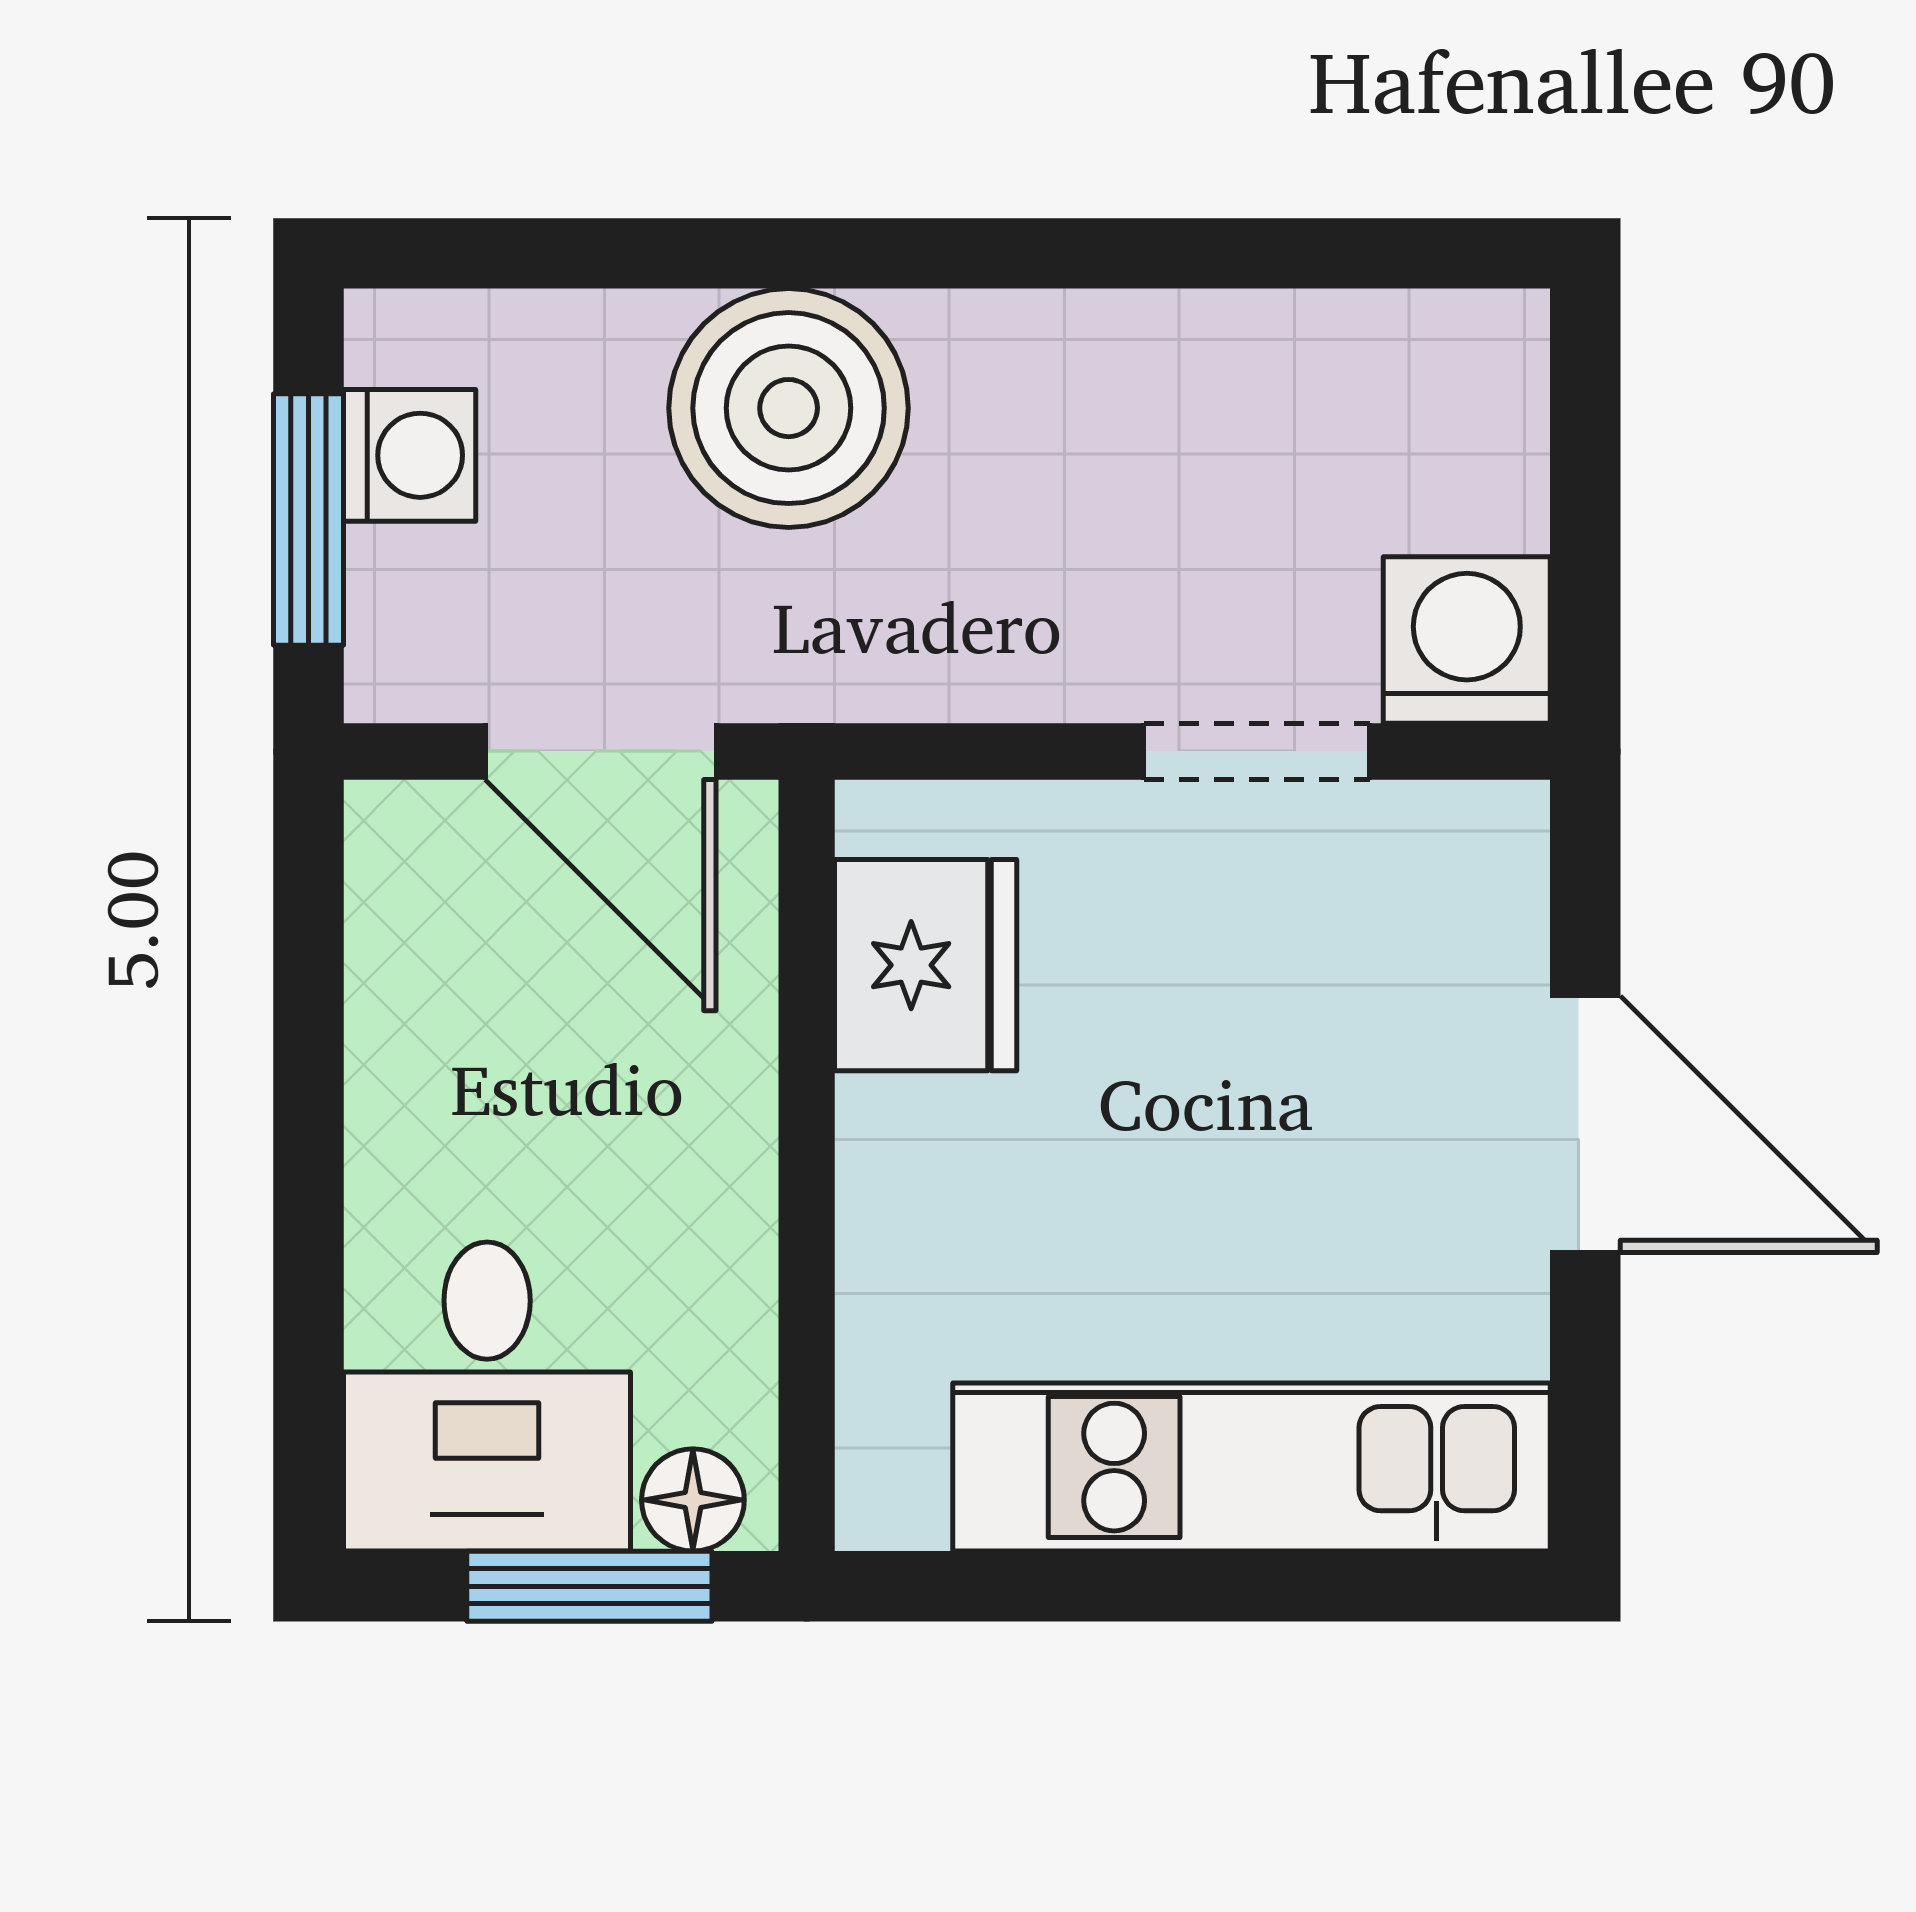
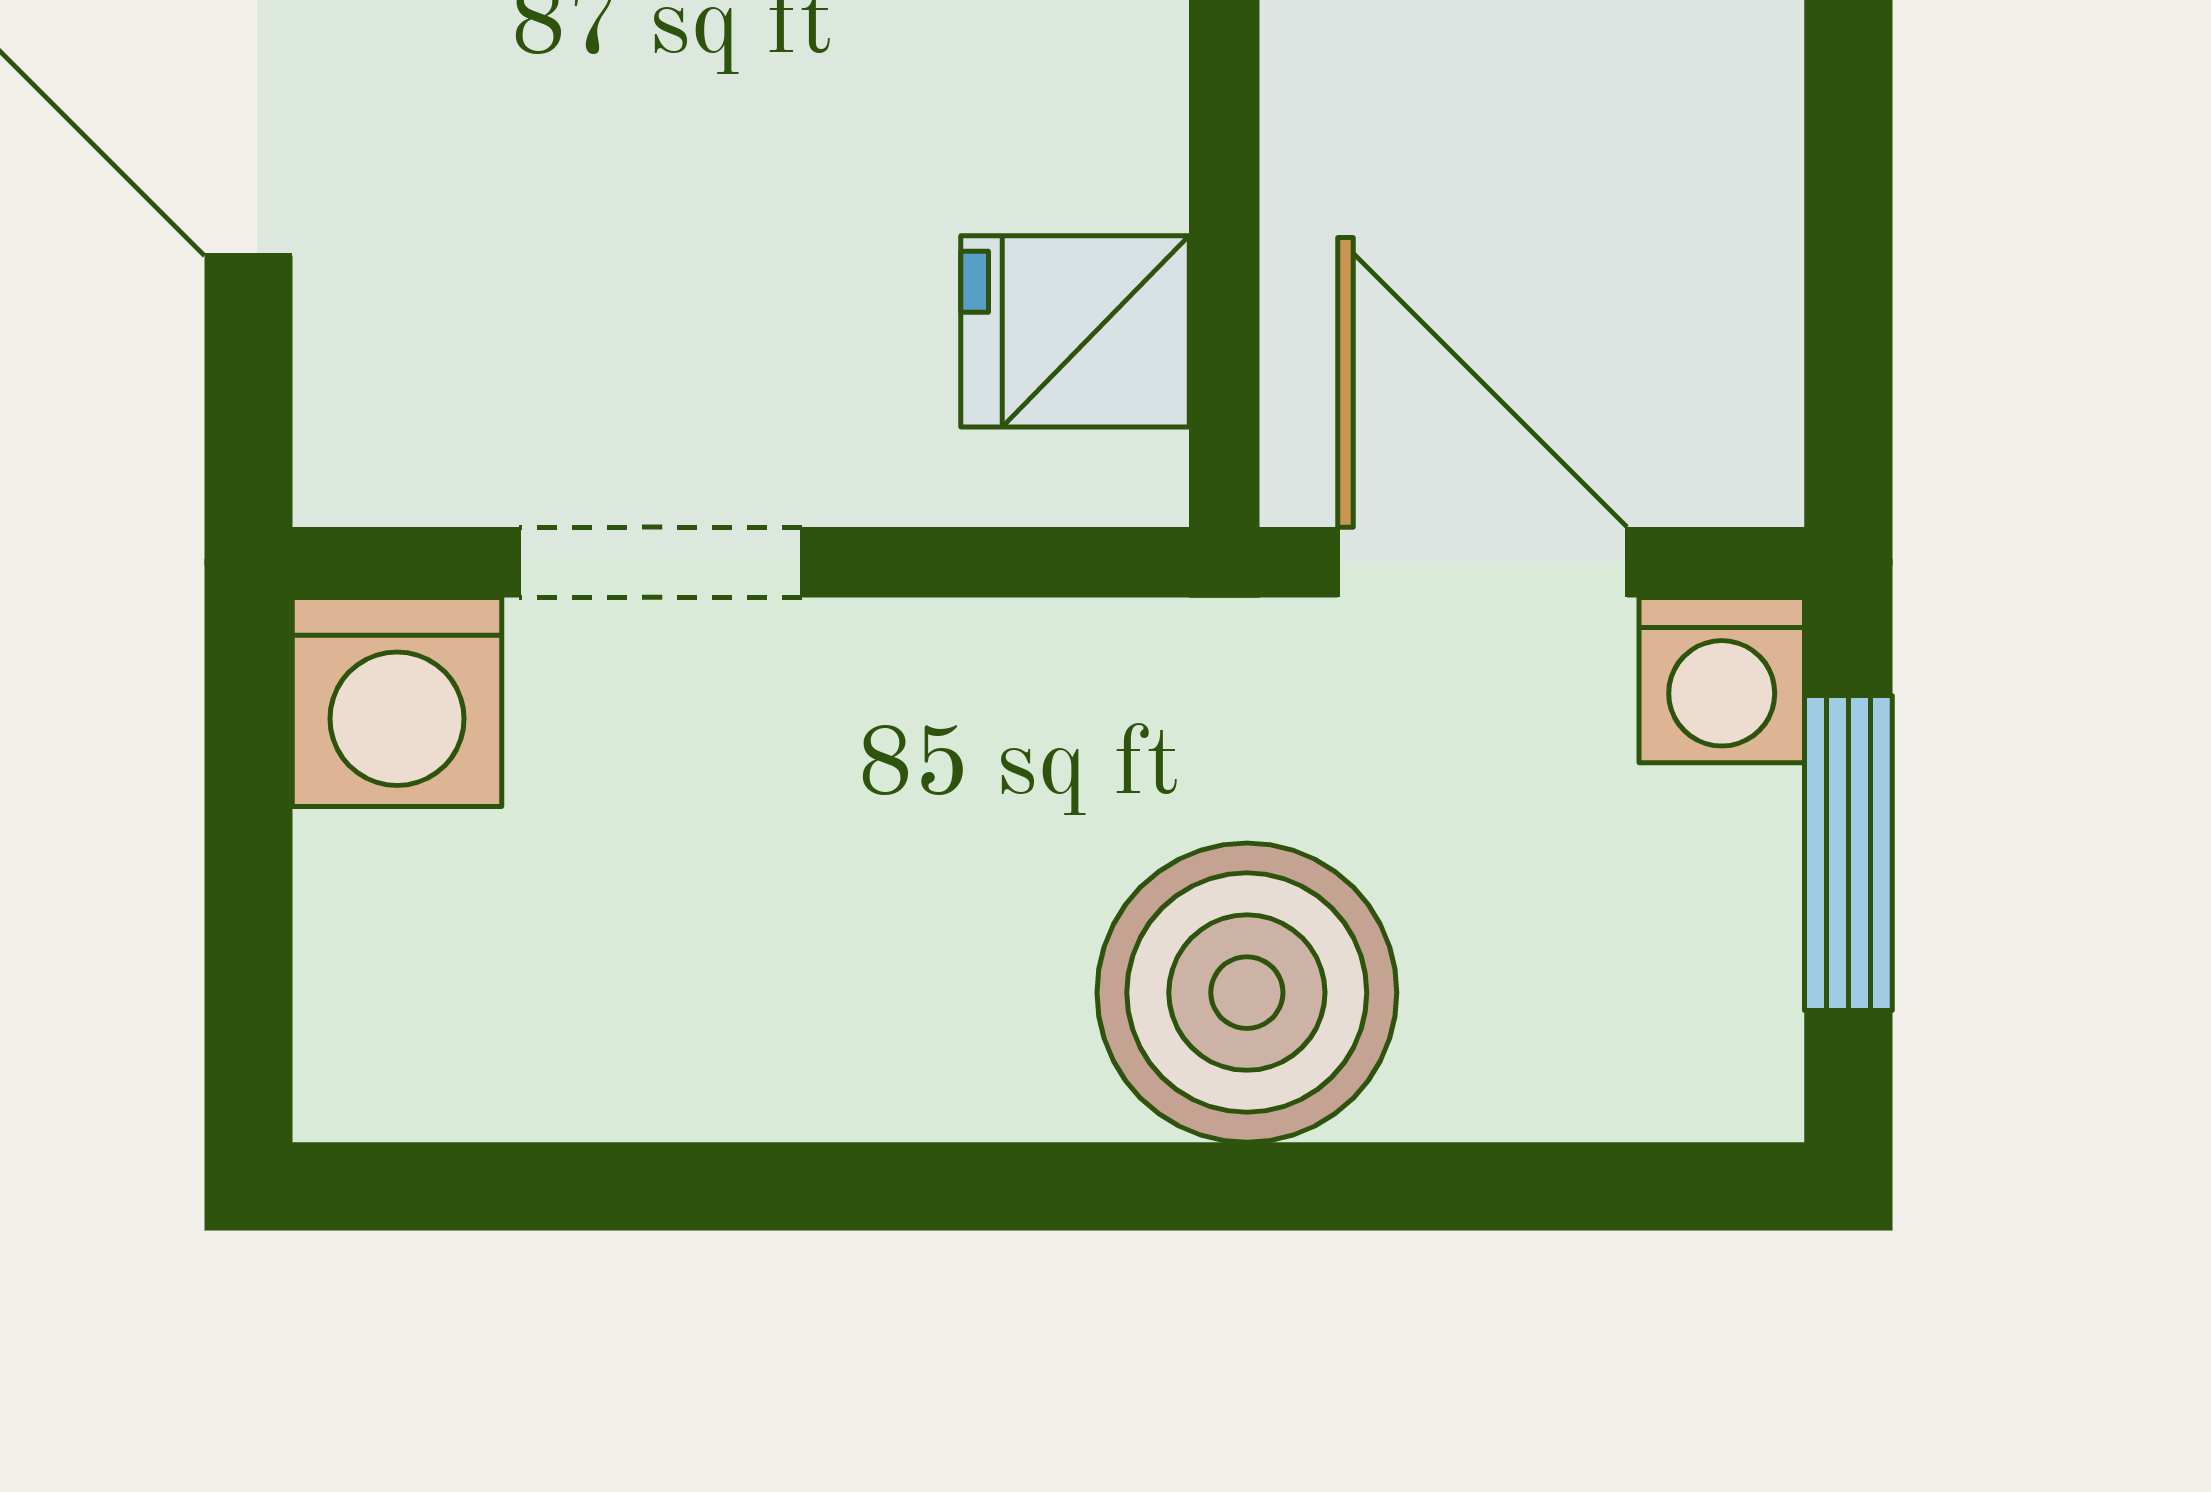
washing machine: (410, 455) -> (1722, 680), moved, turned -90
fridge: (926, 965) -> (1075, 331), width x0.72

